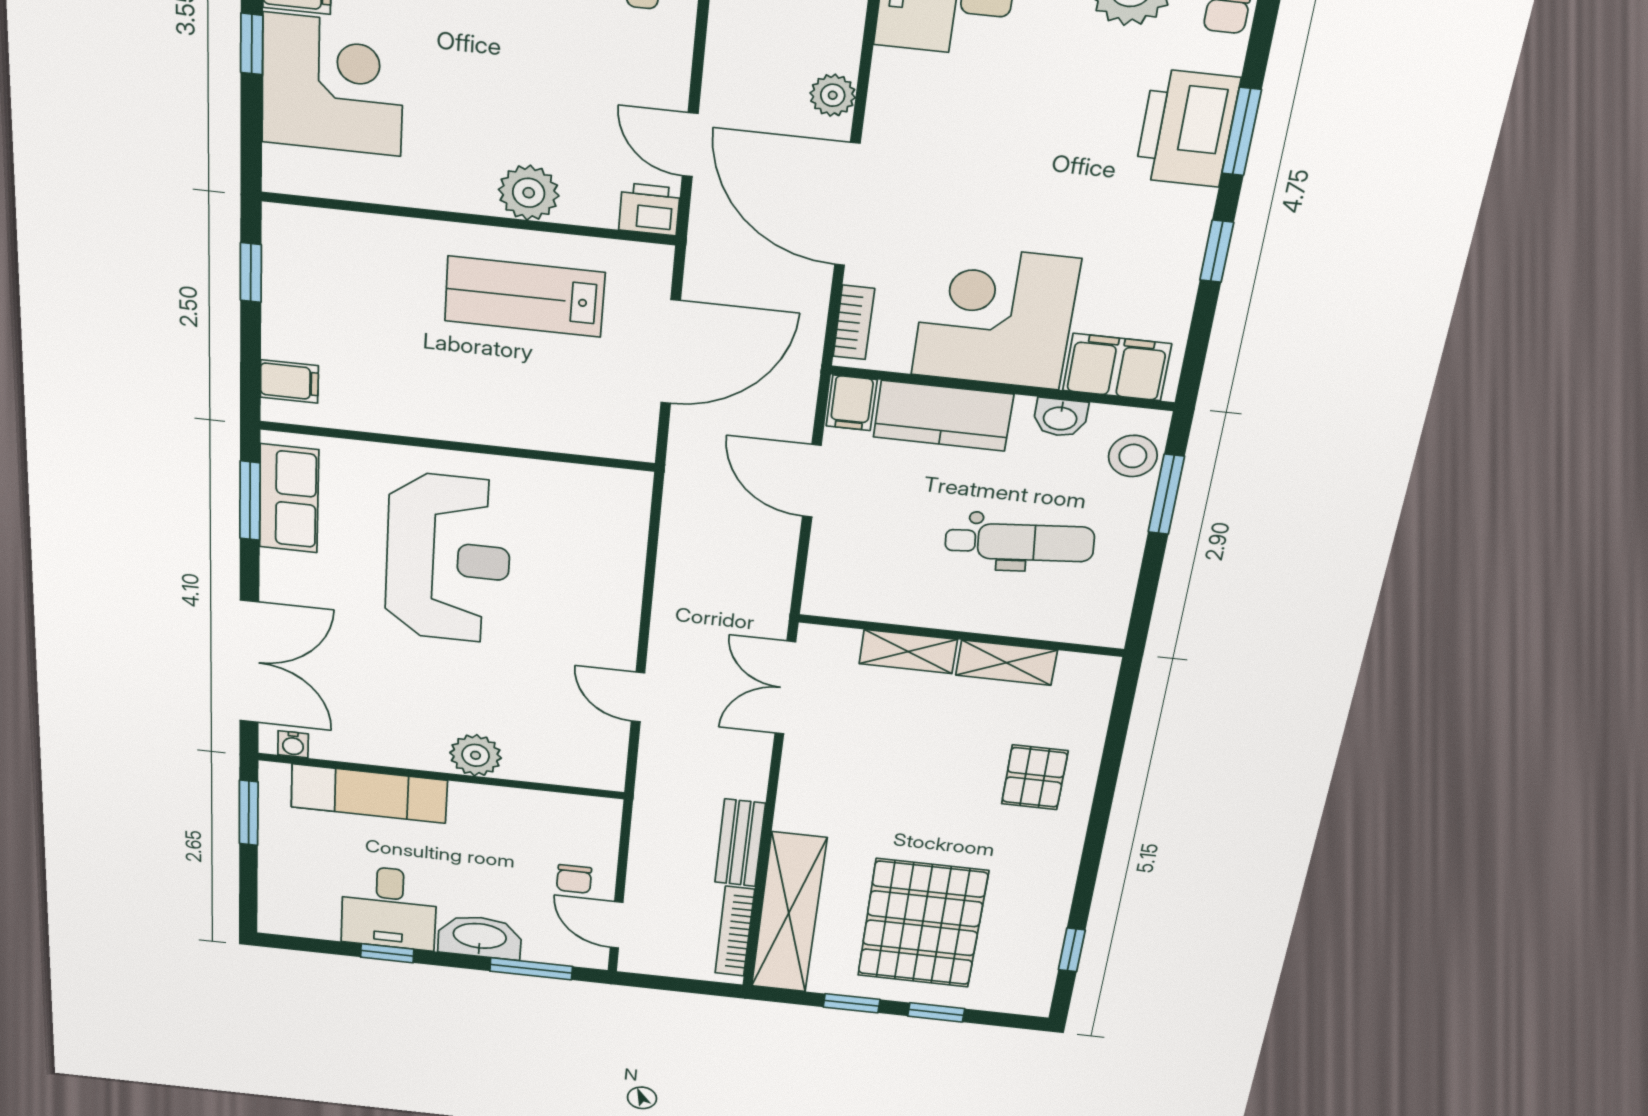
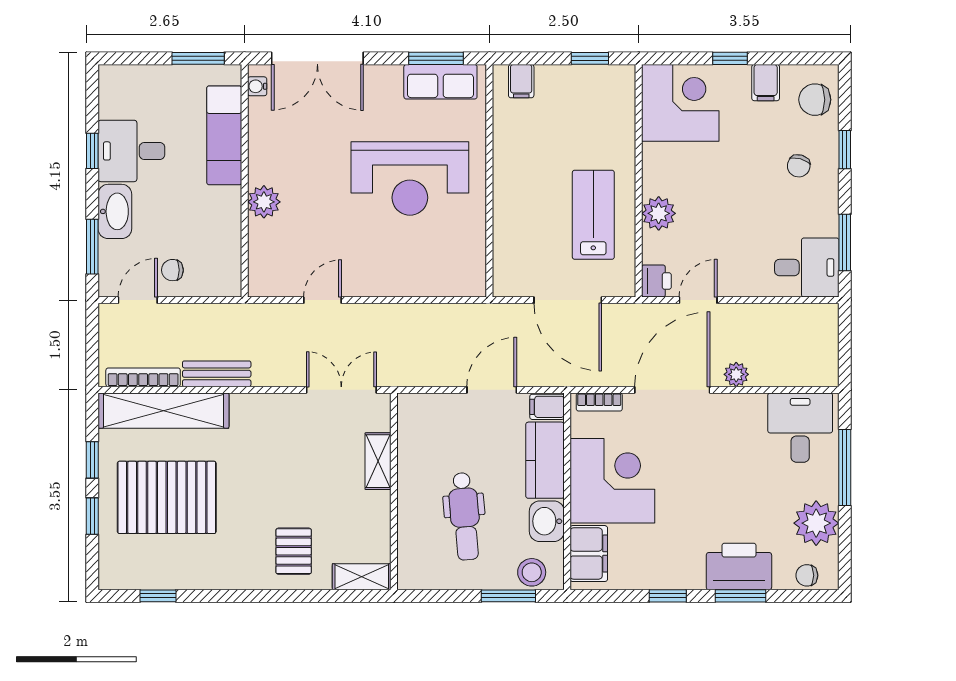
corner desk: (333, 85) -> (680, 103), moved, turned -90
washbasin: (1060, 417) -> (547, 521), width x1.38, depth x1.45
shelving: (1006, 663) -> (362, 577), moved, turned 90
pallet: (1035, 777) -> (294, 551), turned 90

